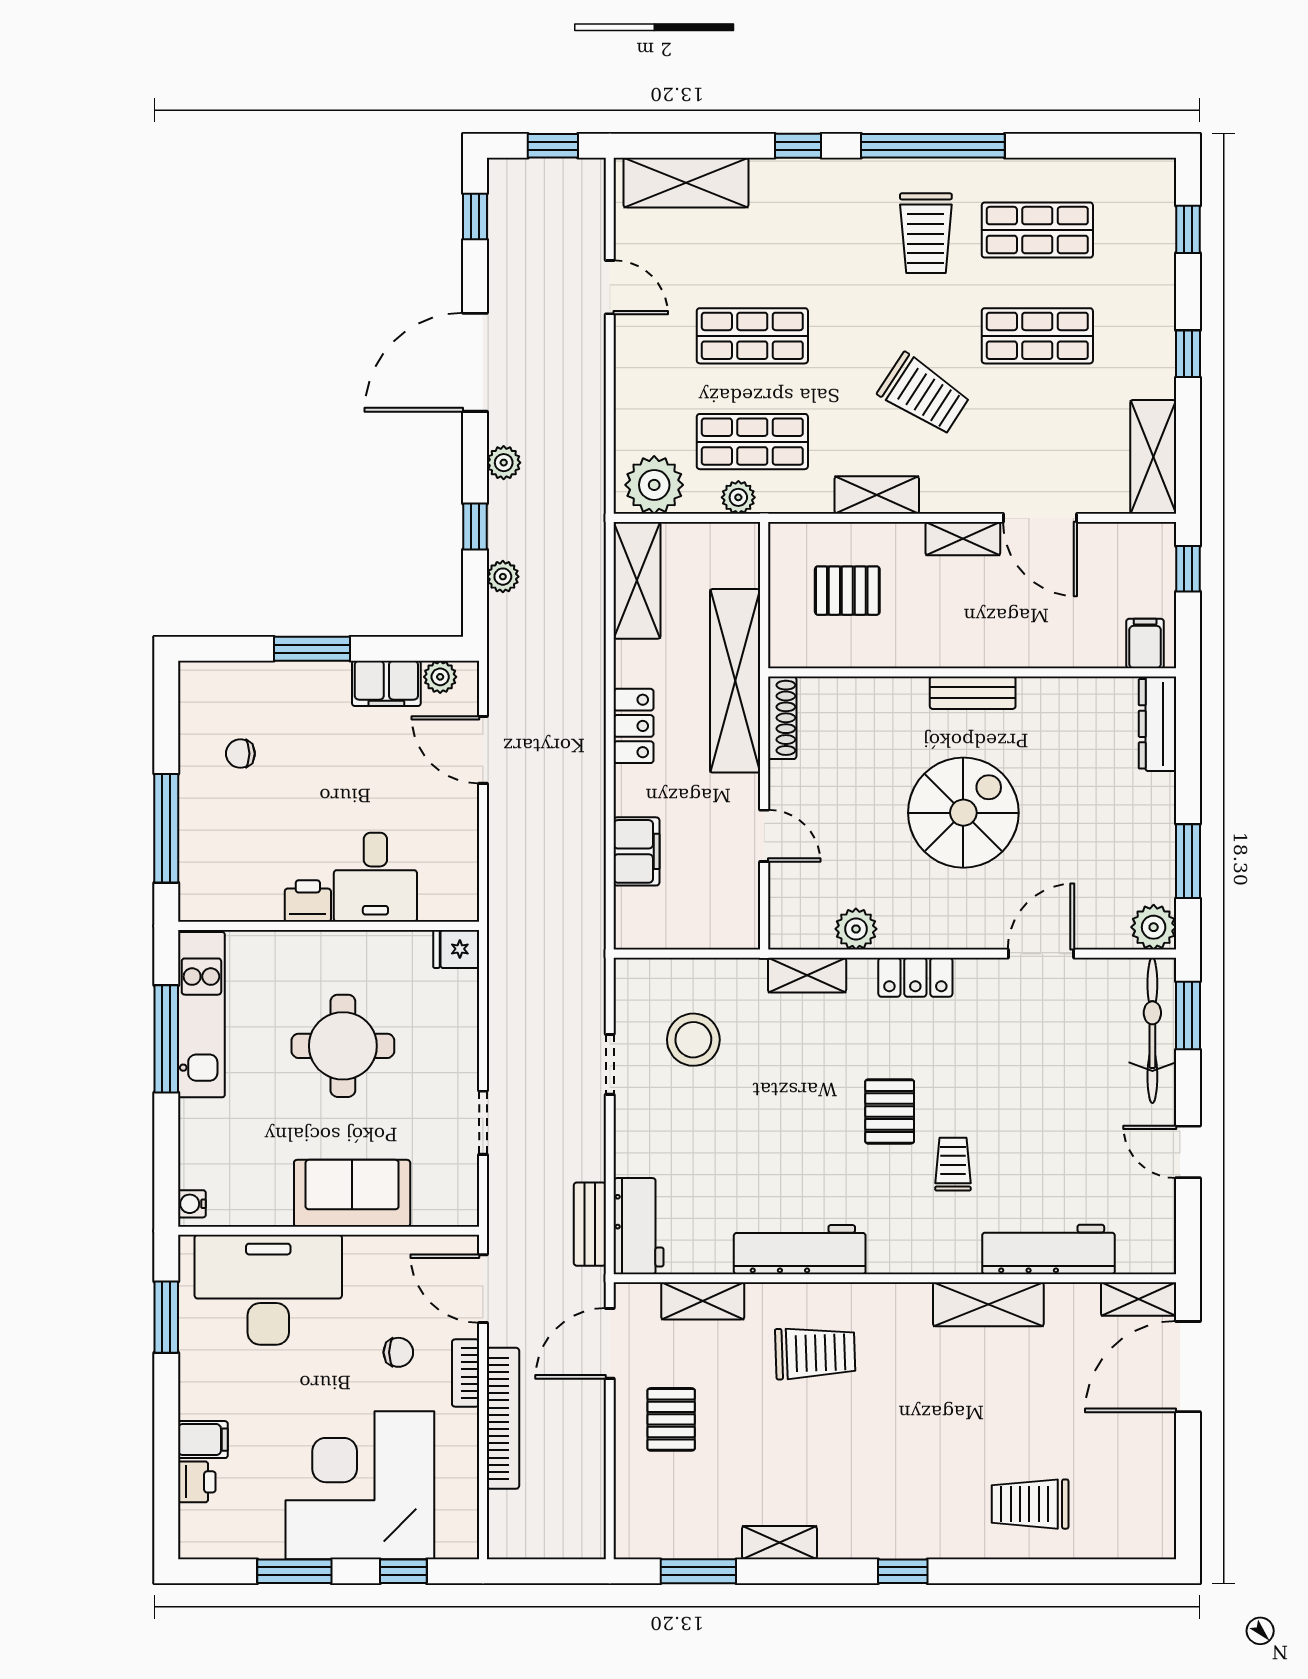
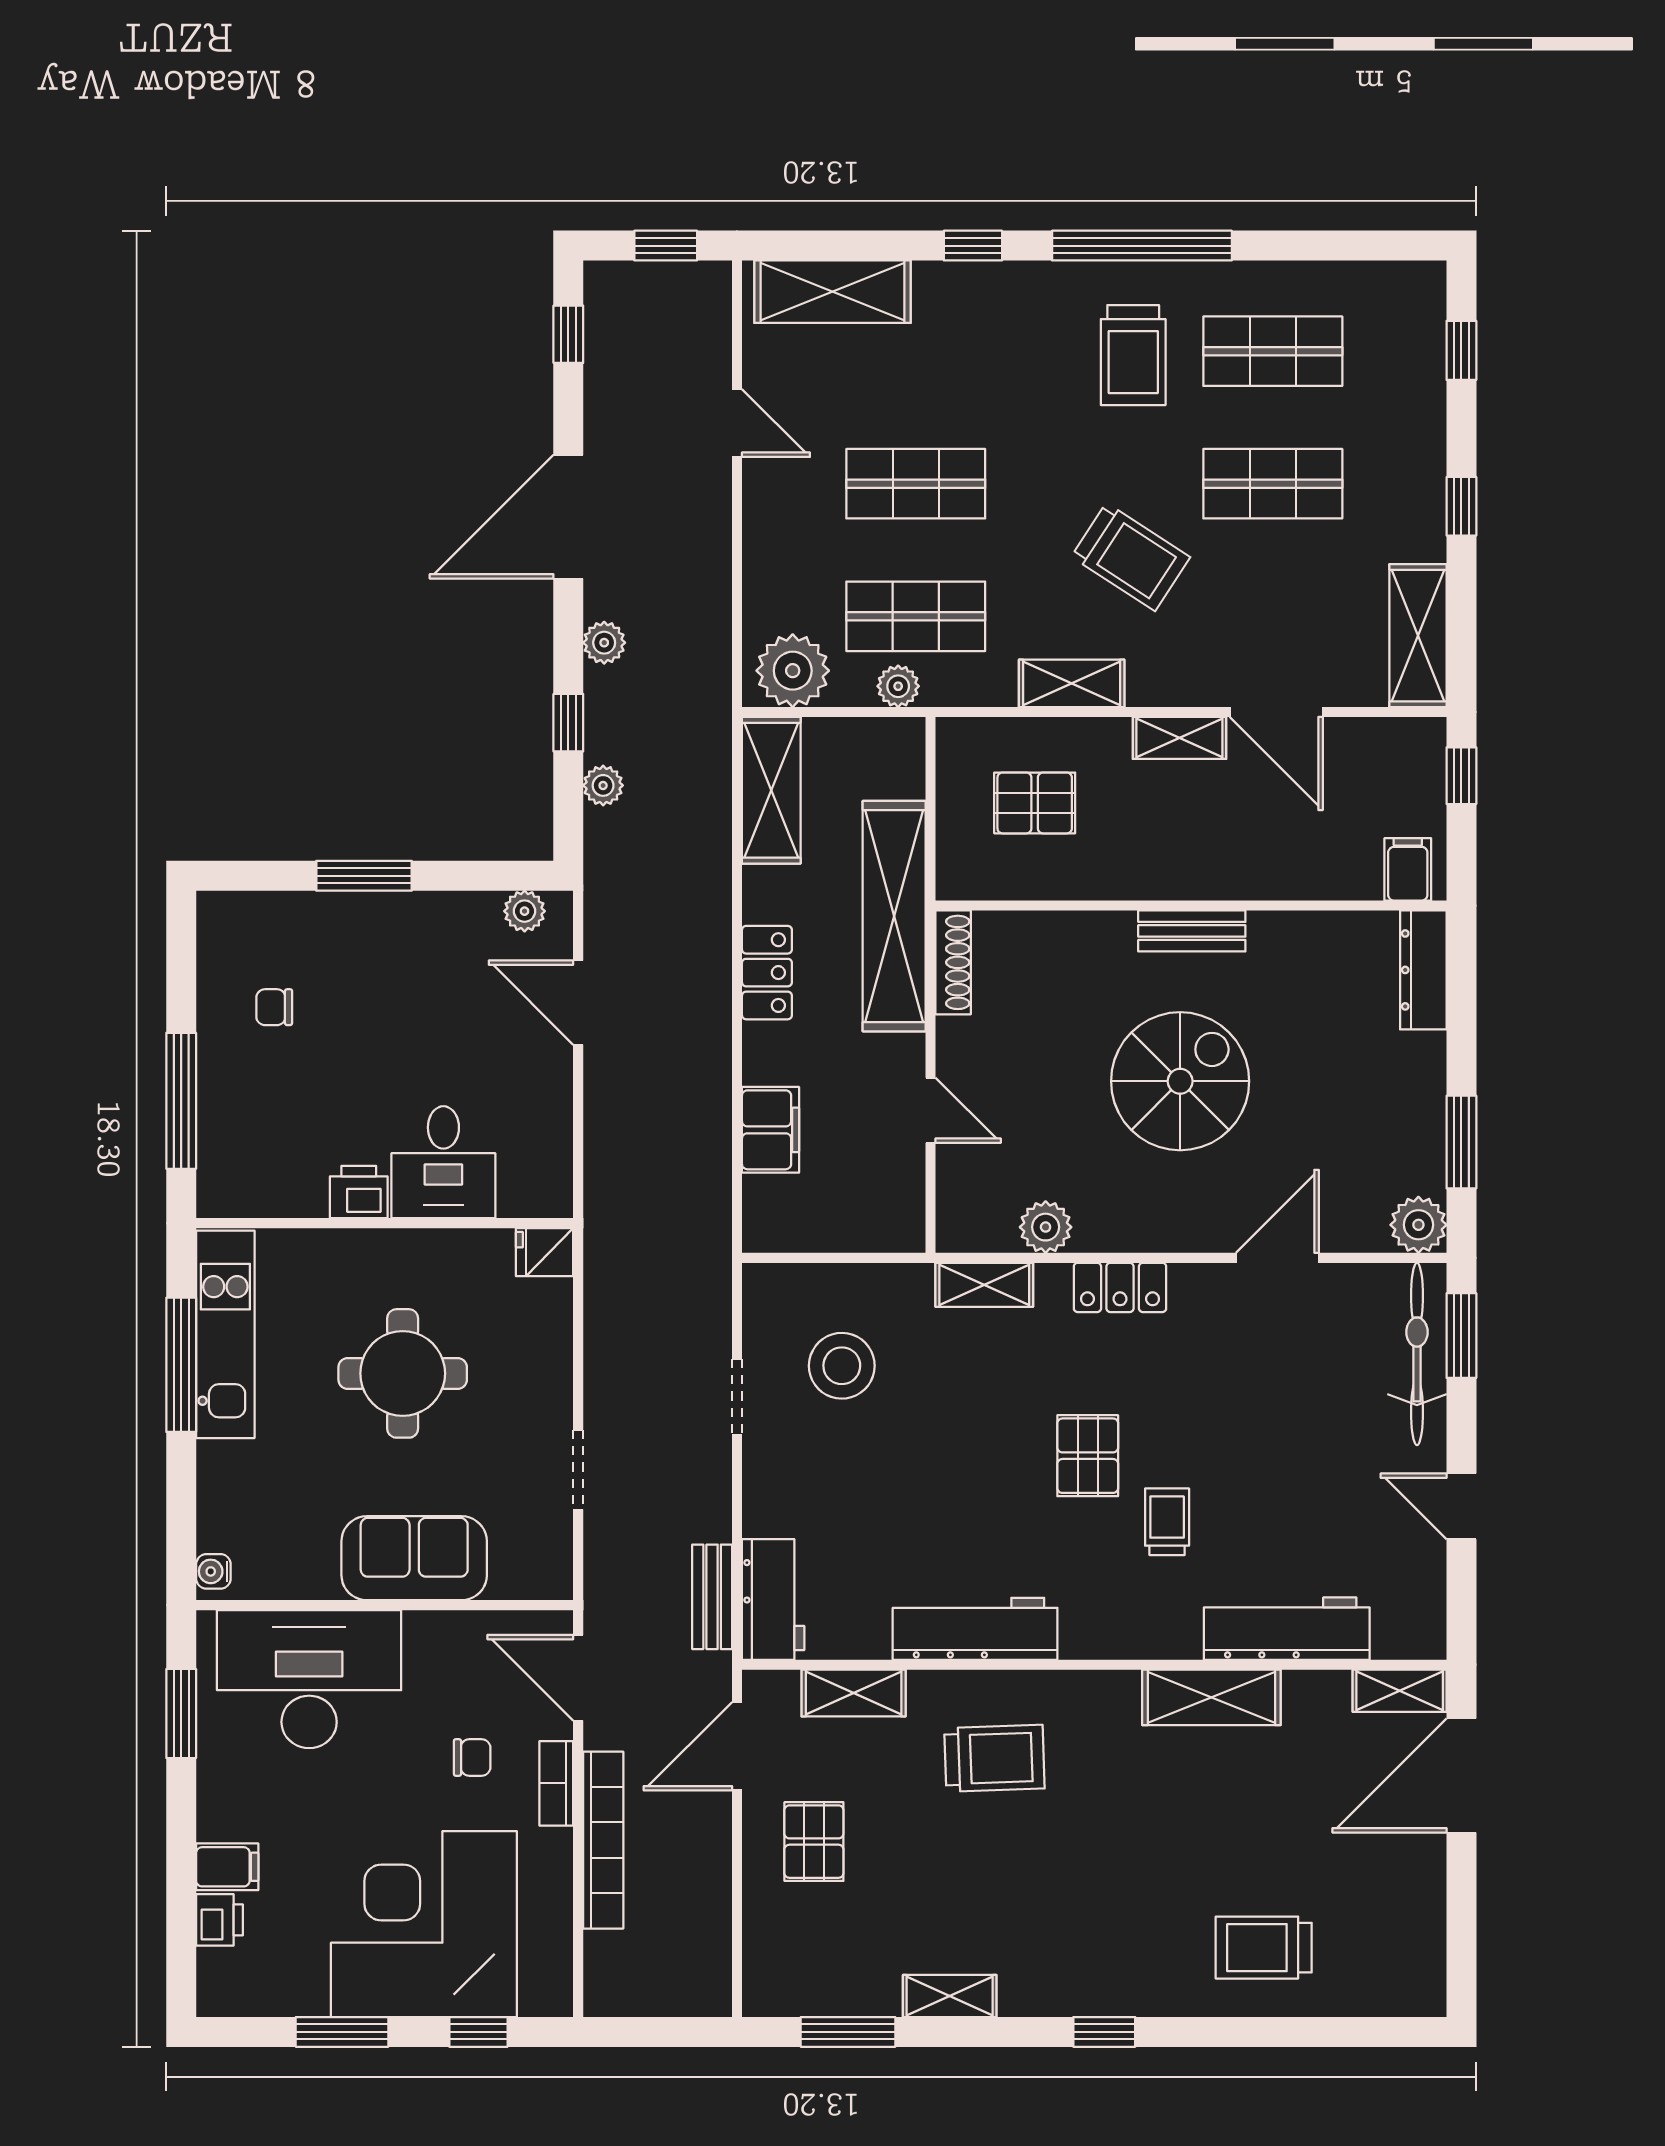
filing cabinet: (386, 683) -> (457, 919), removed

